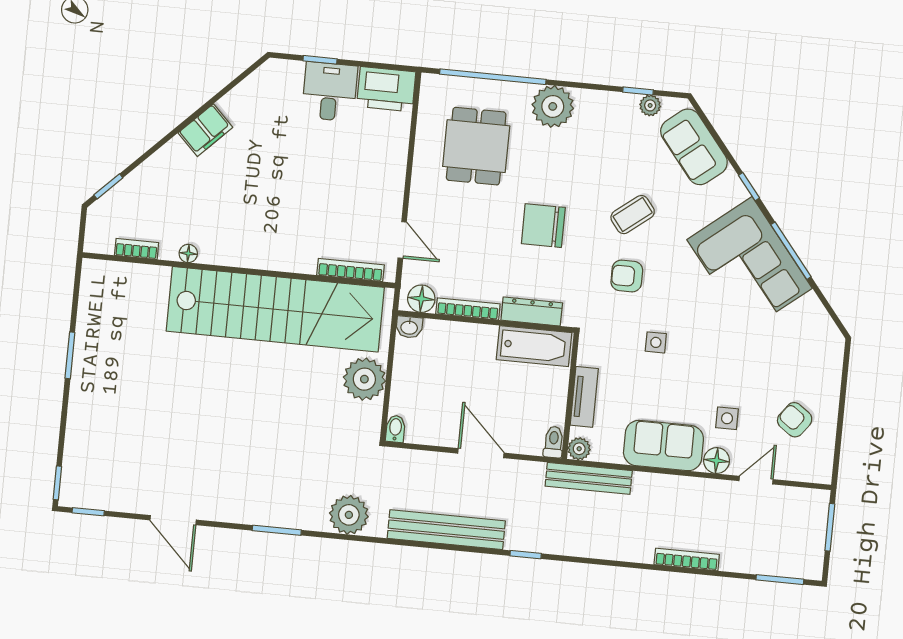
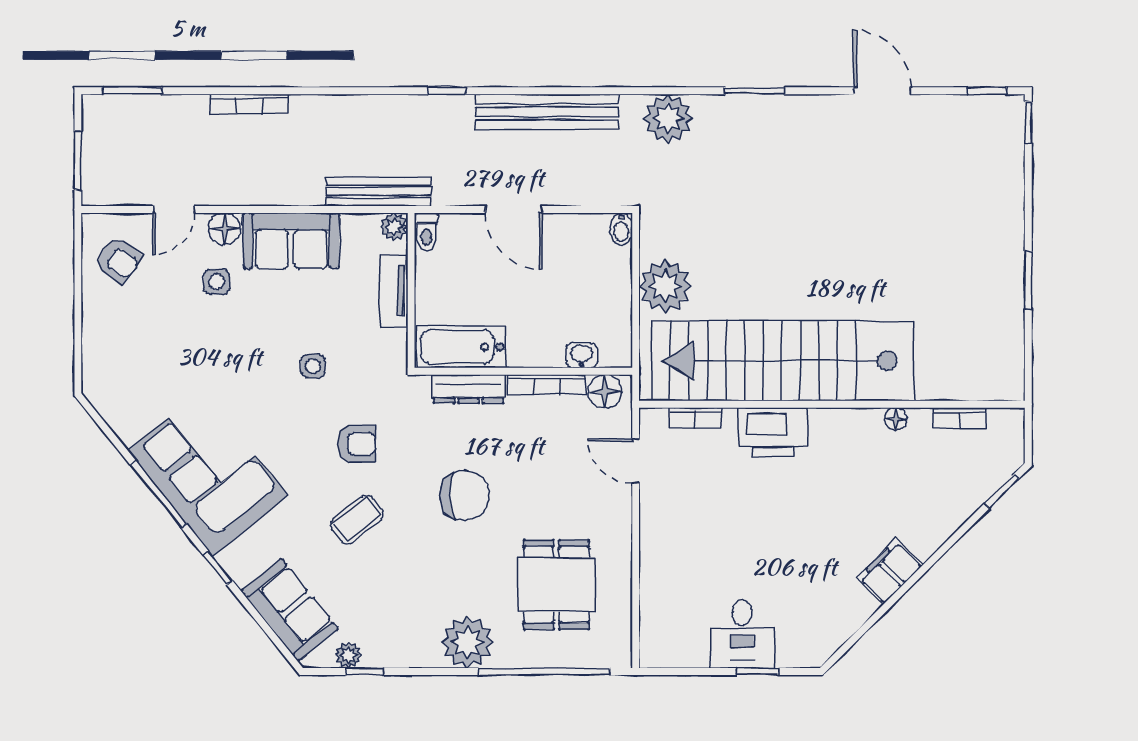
printer: (386, 89) -> (773, 432), moved, turned 180
bookcase: (350, 270) -> (695, 418), width x0.64
washbasin: (409, 327) -> (582, 355), moved
armchair: (795, 420) -> (118, 260), moved

